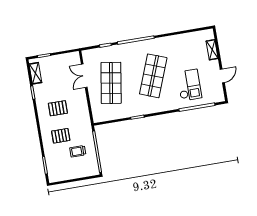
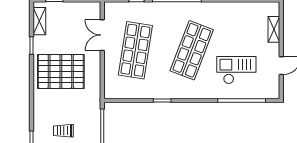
checkout: (189, 85) -> (236, 70), turned -90
pallet: (58, 108) -> (61, 71), width x2.05, depth x2.00
pallet: (61, 136) -> (58, 108), removed
trolley: (78, 151) -> (63, 131), moved

